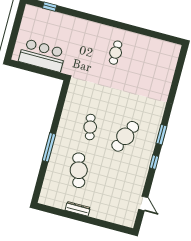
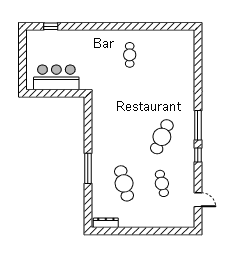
cafe table: (90, 127) -> (162, 183), moved
window: (161, 135) -> (198, 125), width x1.44
dresser: (78, 209) -> (106, 223), moved

